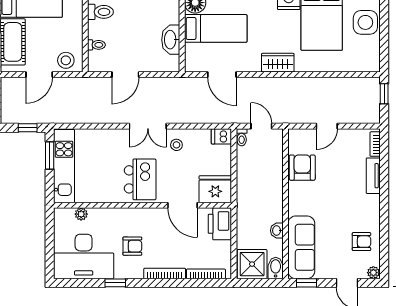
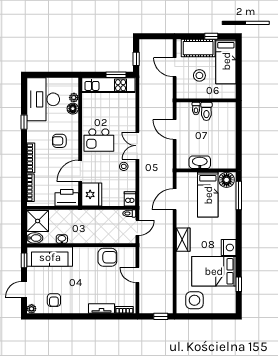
toilet: (100, 12) -> (206, 111), moved
side table: (365, 22) -> (194, 300), moved
stool: (66, 60) -> (199, 75), moved
floor lamp: (97, 215) -> (73, 109), added
armchair: (132, 246) -> (59, 141), moved, turned 90

